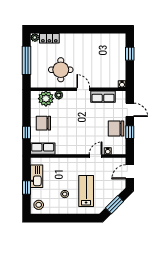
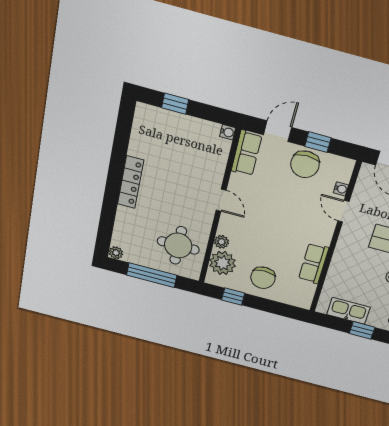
locker: (49, 38) -> (131, 182), moved, width x1.53
round table: (61, 70) -> (178, 245), moved
door: (83, 89) -> (221, 200), swing flipped
row of seats: (103, 97) -> (247, 153), moved
window: (26, 133) -> (233, 297), moved
row of seats: (43, 149) -> (314, 263), moved

